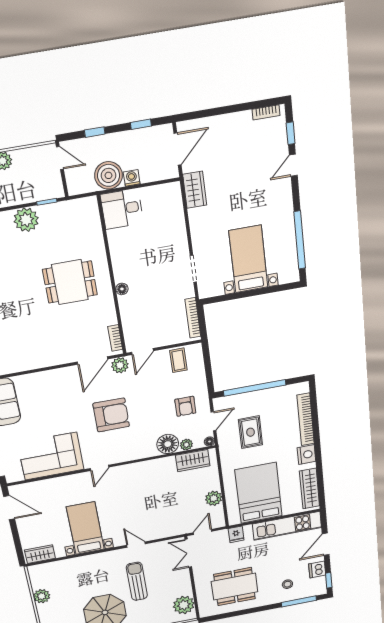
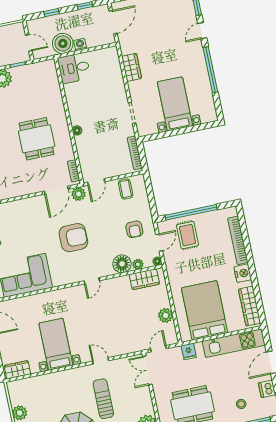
door: (60, 158) -> (29, 43), moved
wardrobe: (195, 190) -> (132, 67), moved
window: (300, 240) -> (210, 70), moved
dining table: (70, 282) -> (37, 139), moved, turned 90
rug: (251, 432) -> (188, 235), moved
door: (100, 468) -> (92, 281), moved

